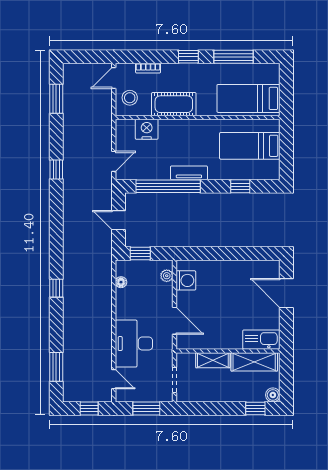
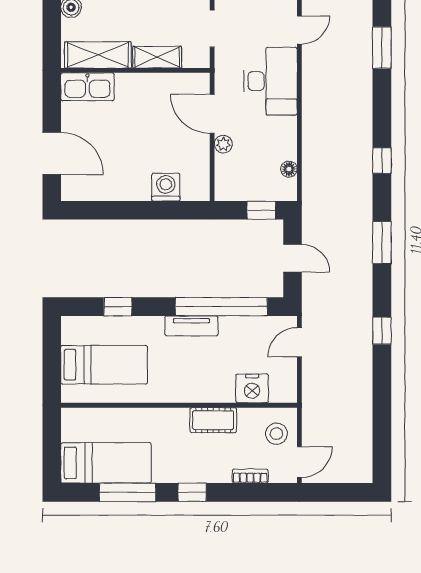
bed: (249, 98) -> (106, 463), moved
window: (56, 99) -> (382, 243), moved
cot: (174, 104) -> (213, 420), width x0.73, depth x0.75
plant: (167, 276) -> (223, 144), moved
washing machine: (186, 280) -> (166, 187), moved, turned 90
door: (114, 379) -> (299, 30), swing flipped

